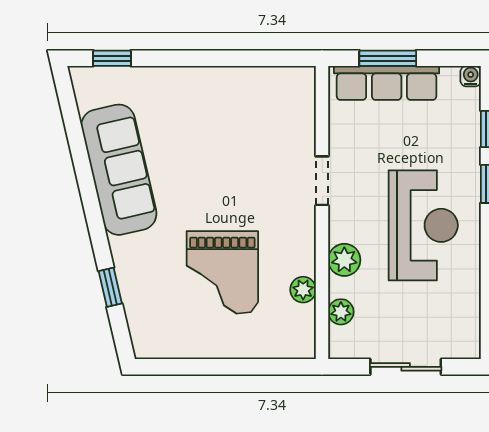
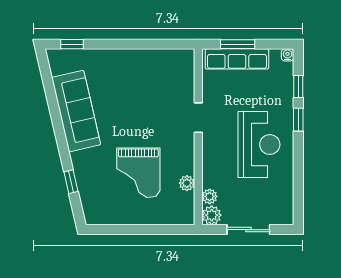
plant: (344, 260) -> (212, 215), moved

